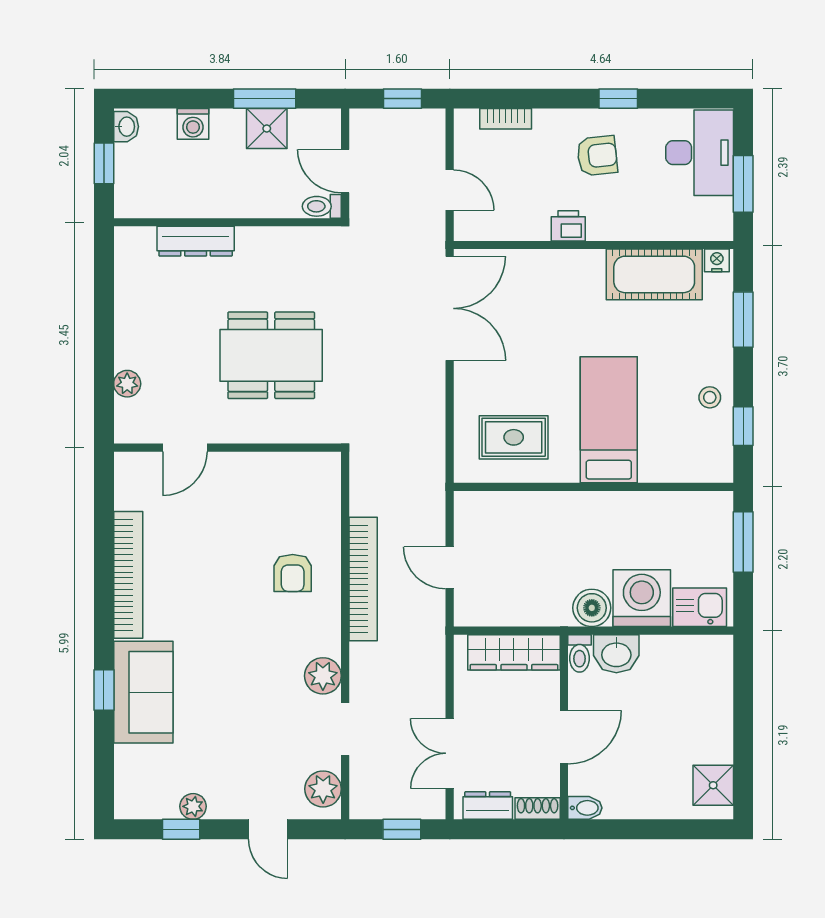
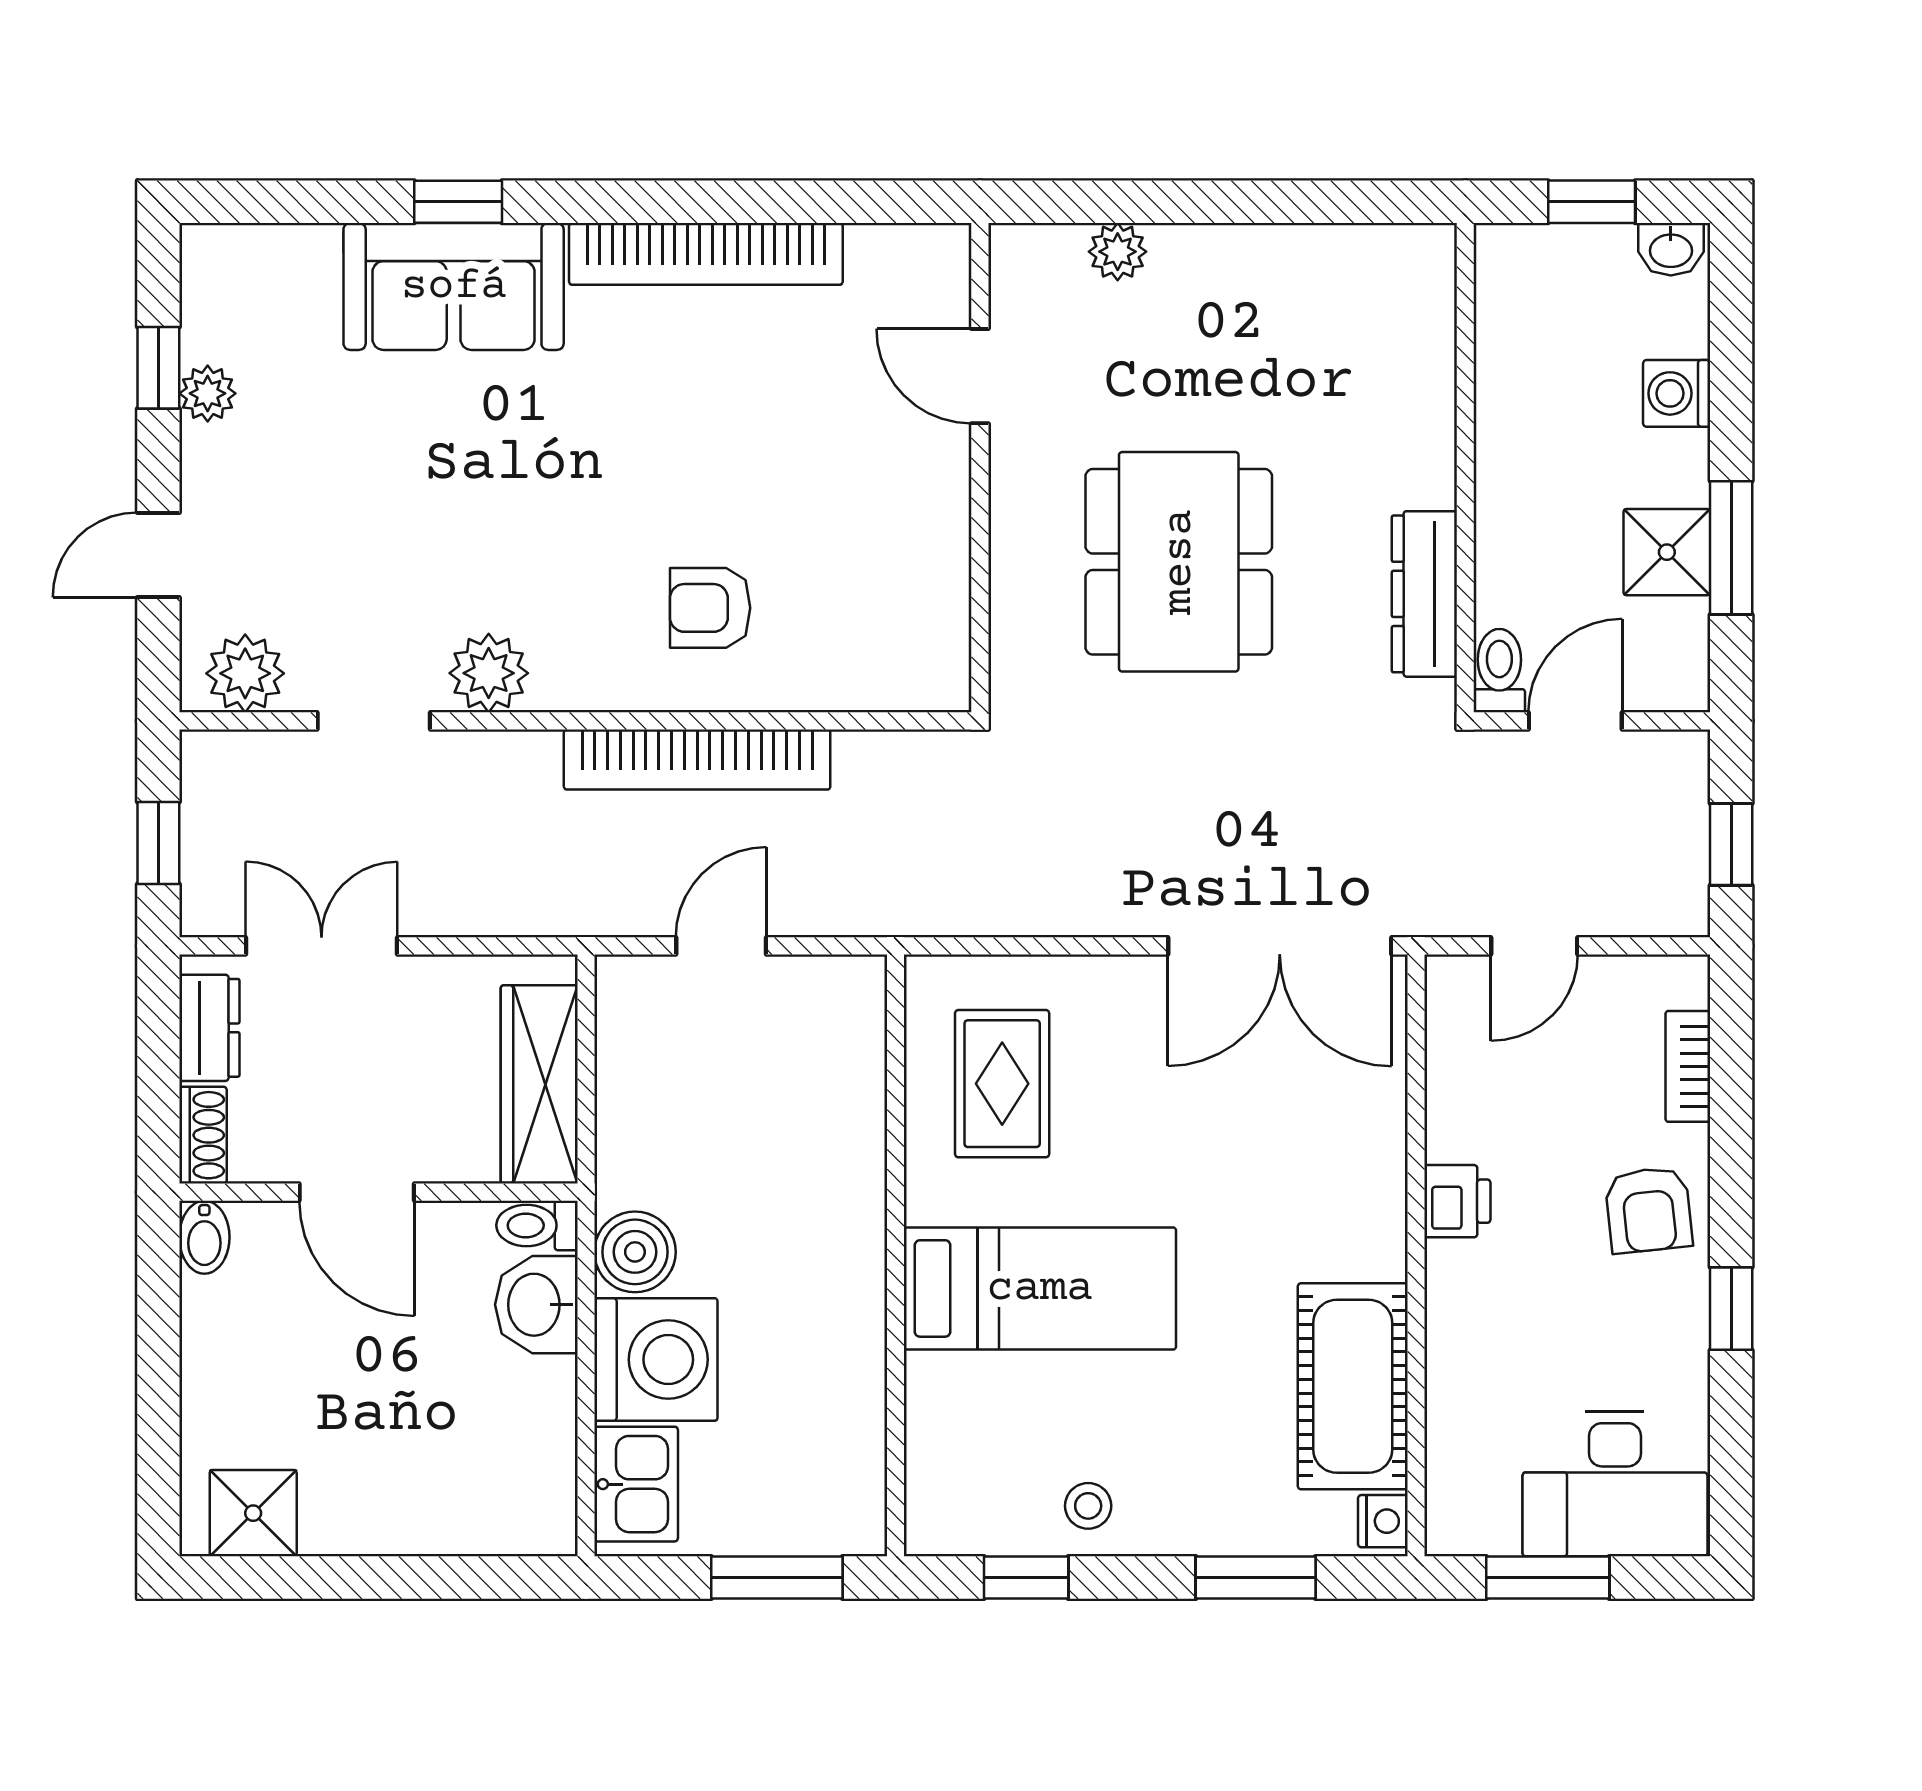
armchair: (597, 156) -> (1649, 1210), moved
dresser: (196, 241) -> (1424, 594), moved

